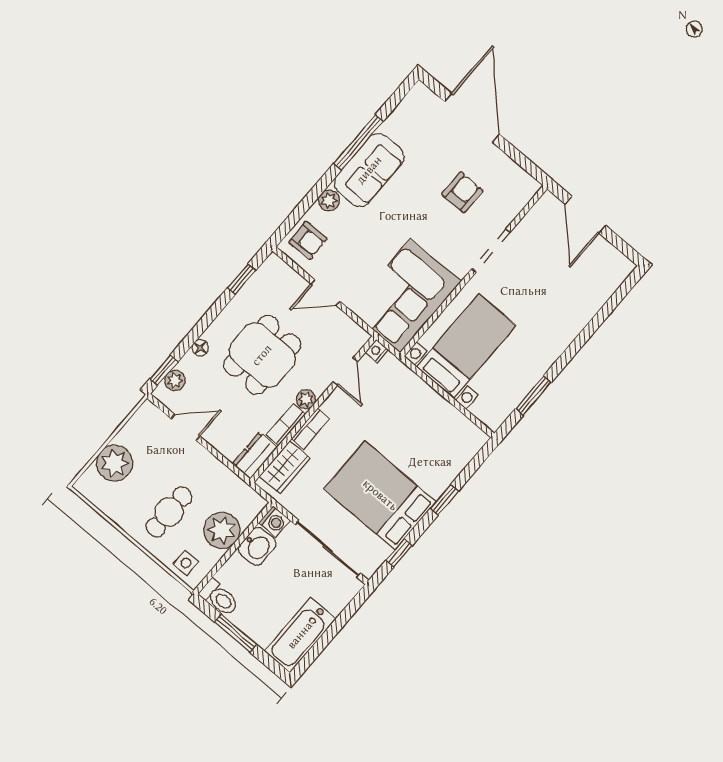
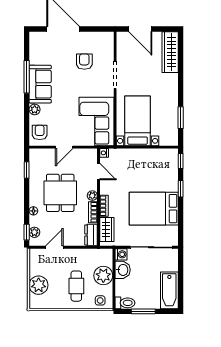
armchair: (308, 240) -> (40, 132), turned -88
wardrobe: (600, 286) -> (170, 52), added
window: (399, 553) -> (181, 161), moved

